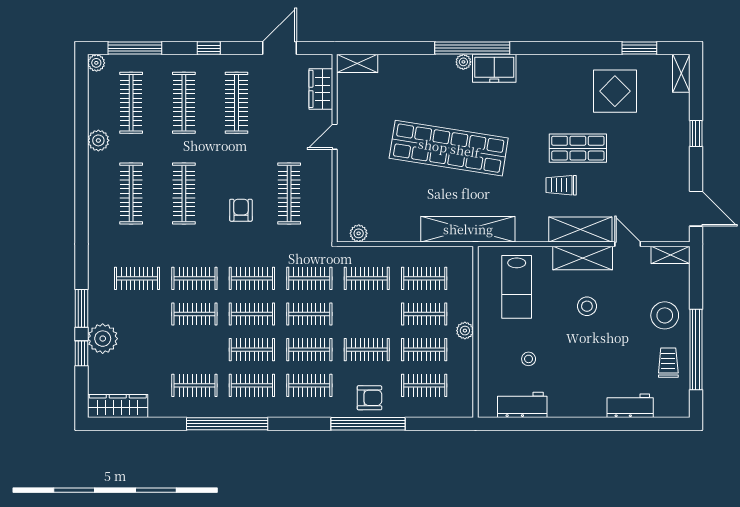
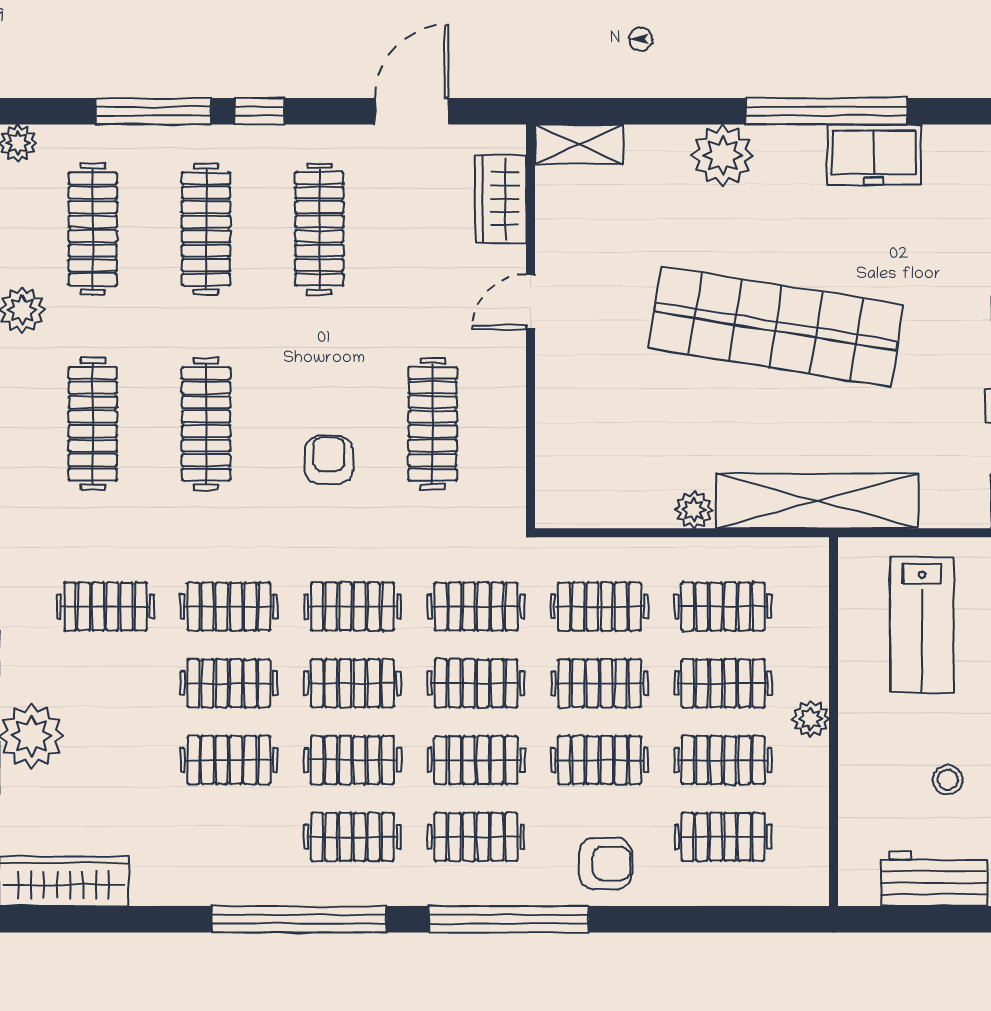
window: (135, 48) -> (153, 111), moved
plant: (463, 62) -> (723, 155), moved, width x1.87, depth x1.87
plant: (359, 233) -> (694, 510), moved
clothes rail: (367, 314) -> (600, 683), added
clothes rail: (194, 385) -> (229, 760), moved
window: (368, 424) -> (509, 919), moved

